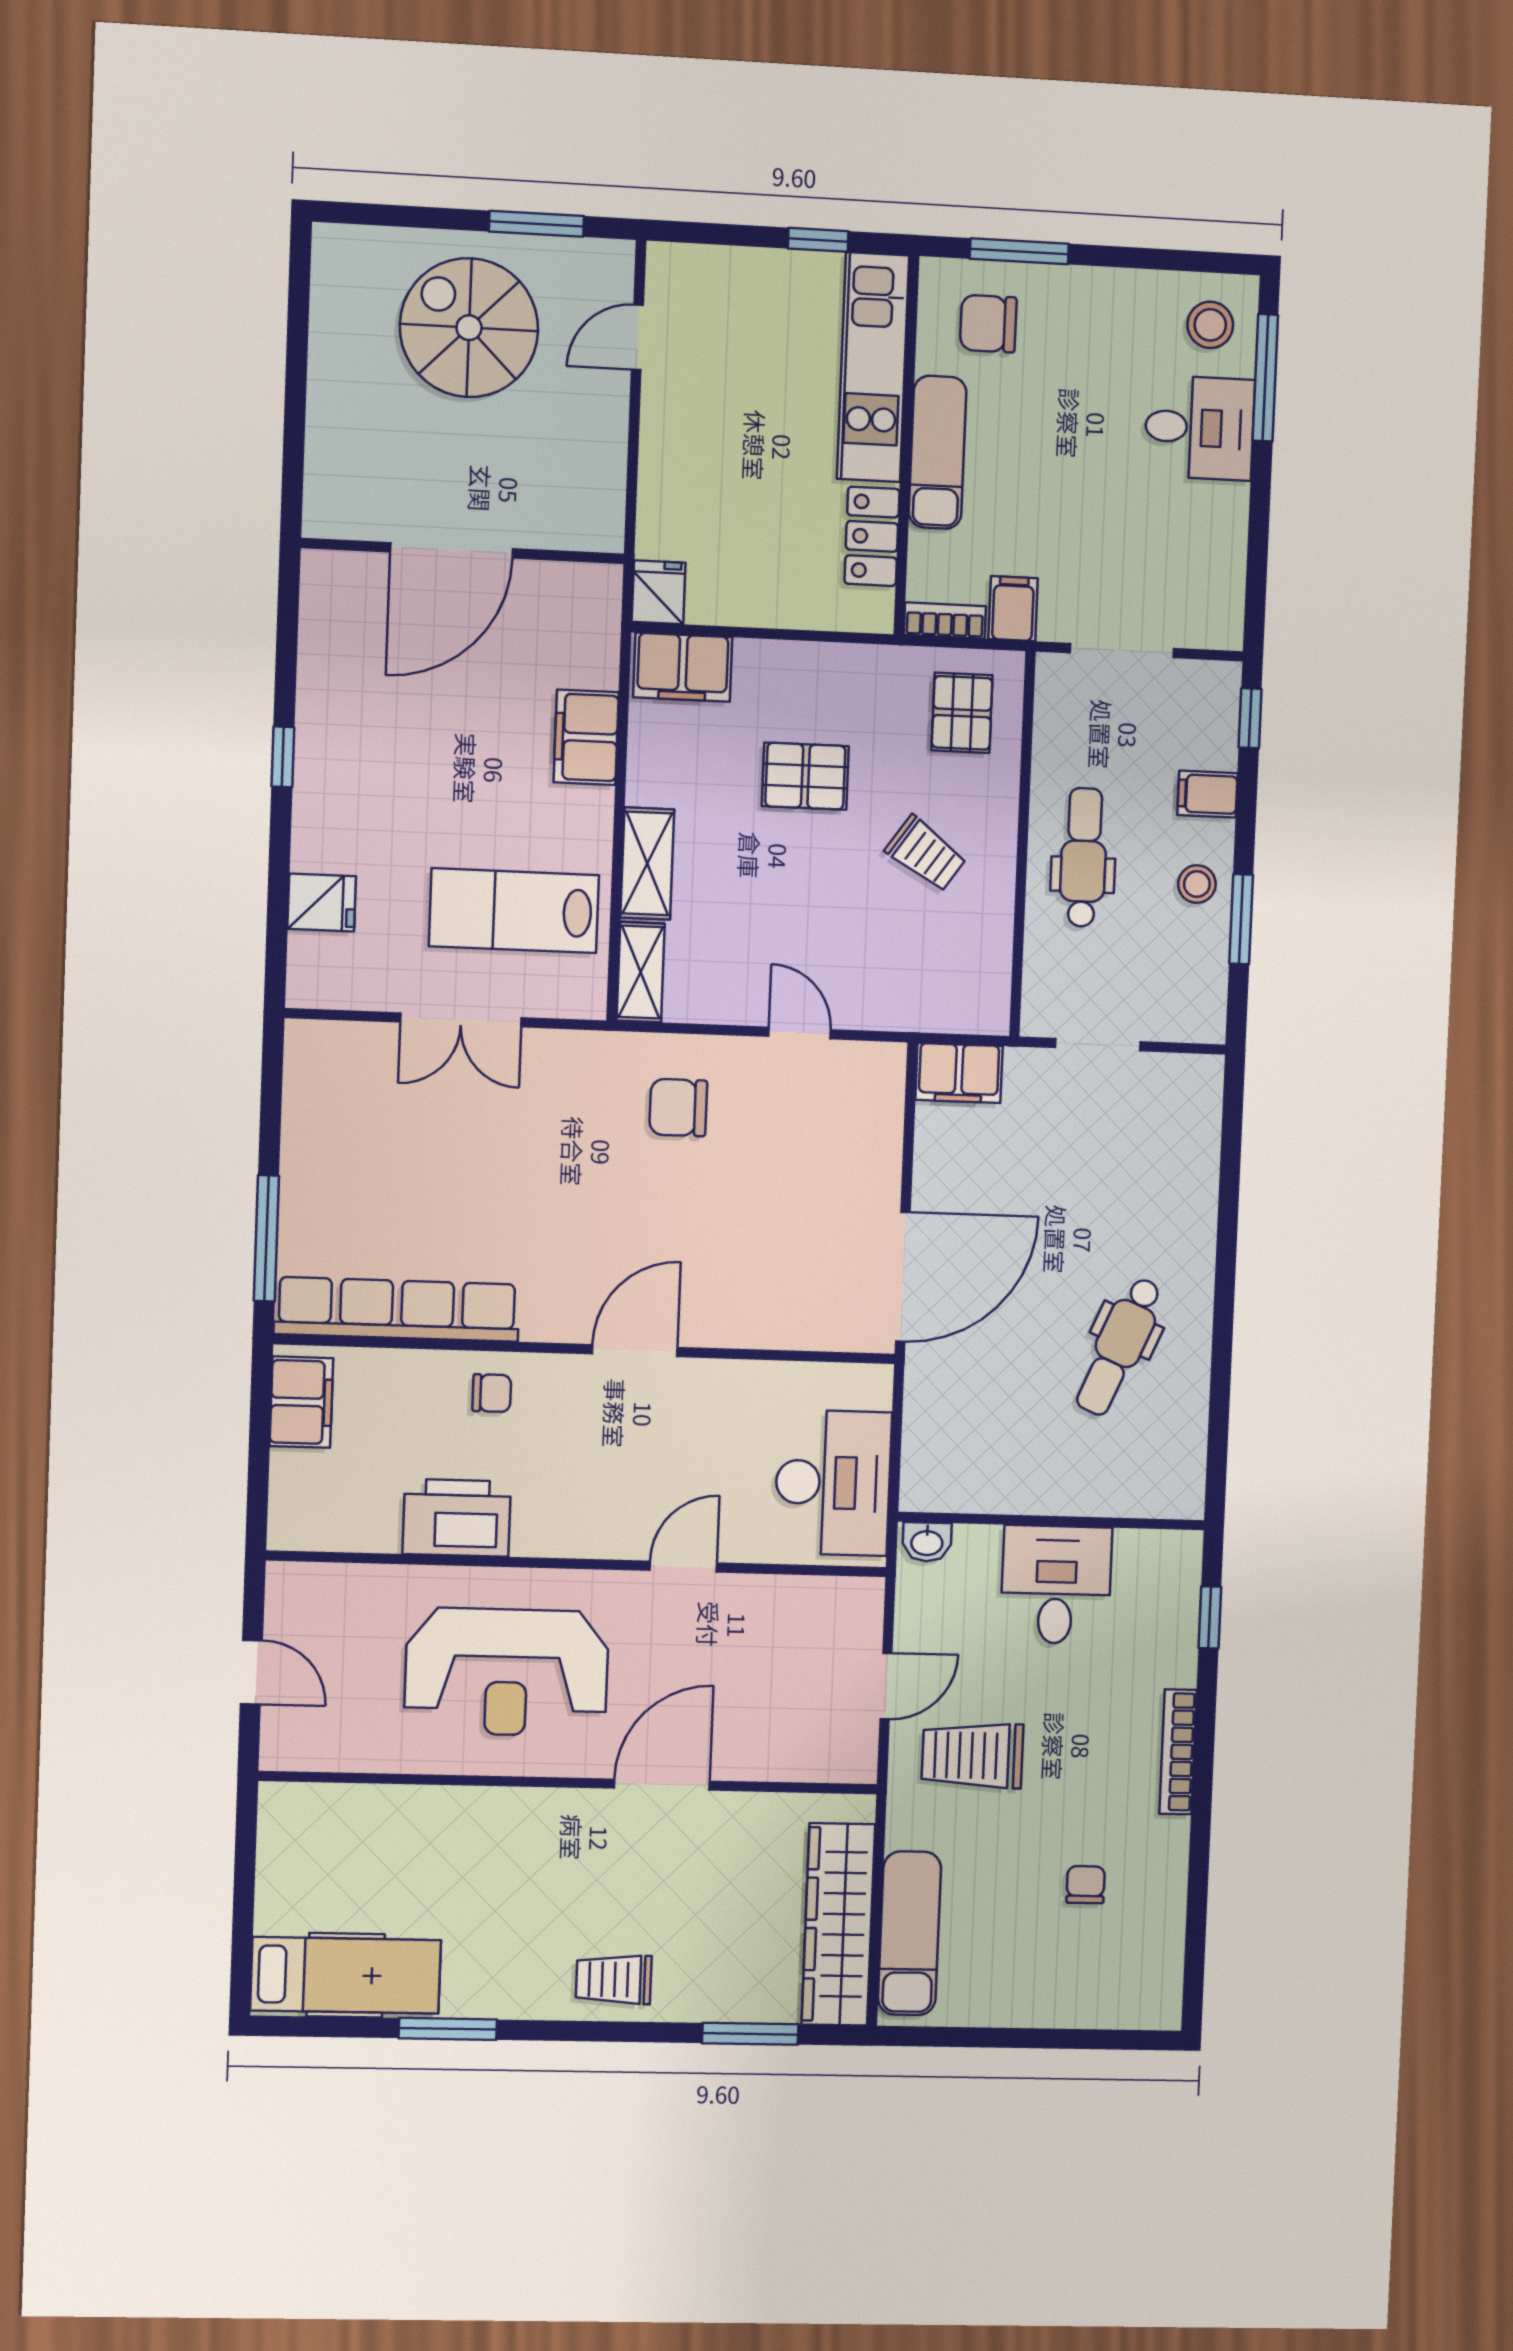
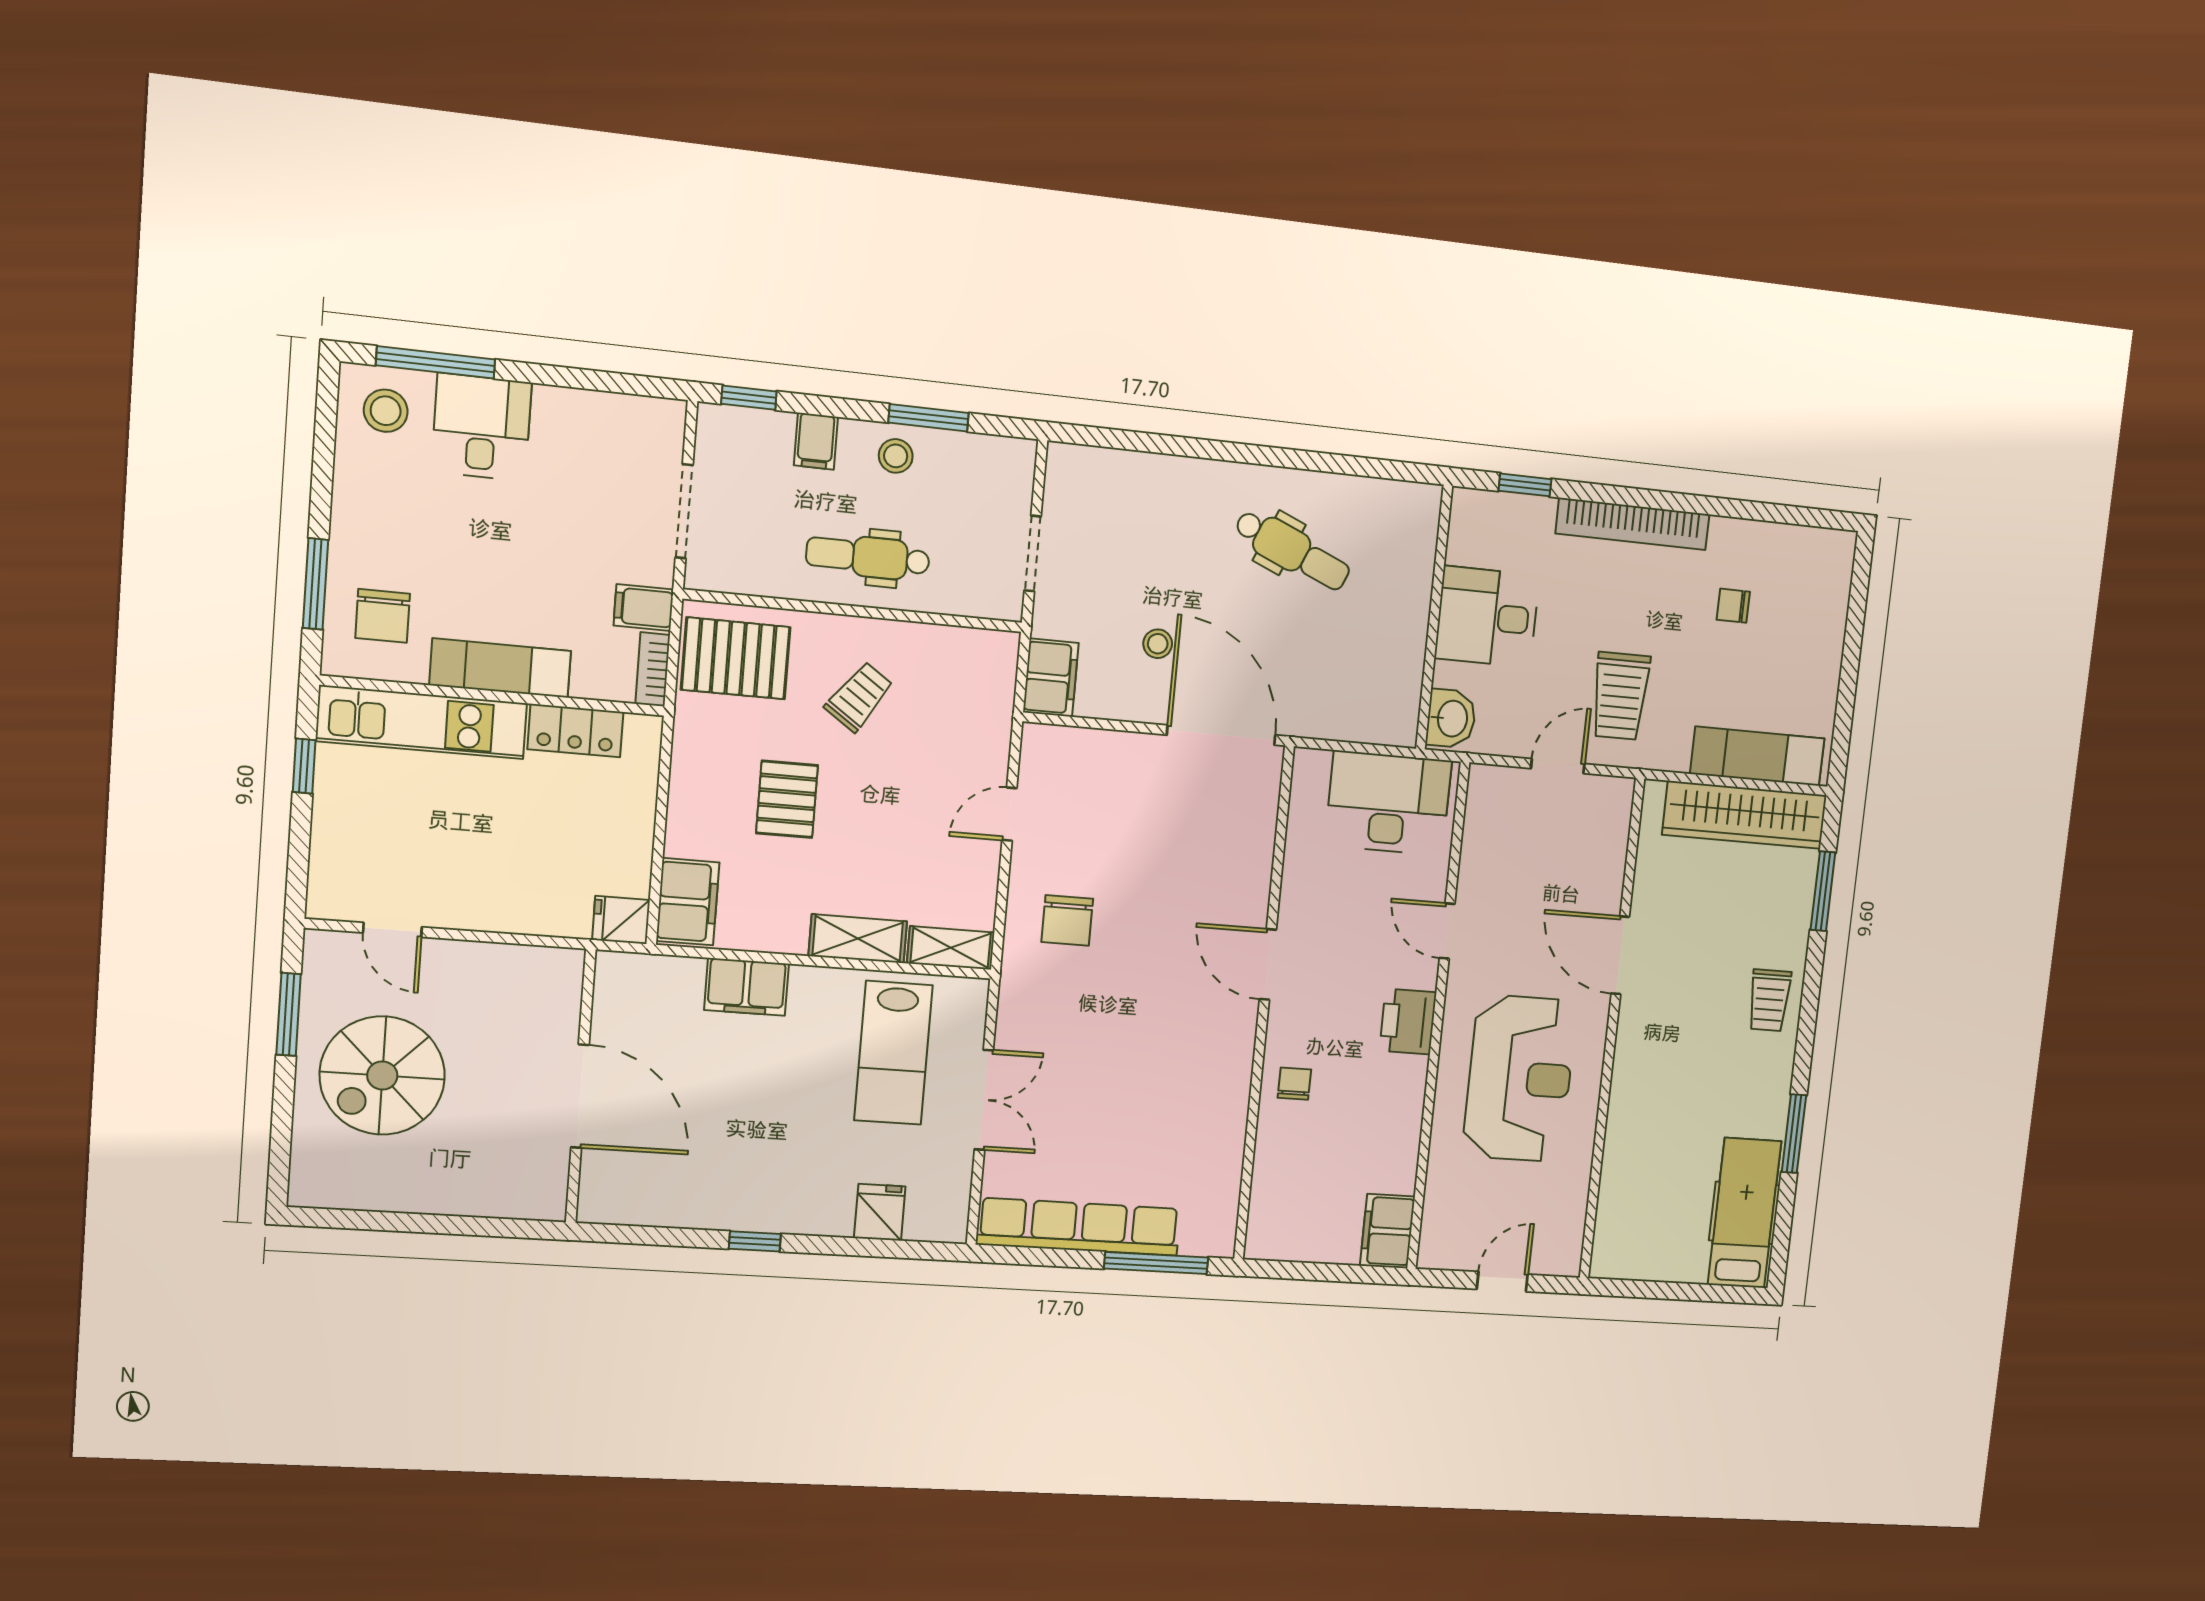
pallet: (962, 713) -> (736, 658), width x1.50, depth x1.42
stool: (1004, 1195) -> (1158, 644), added
row of seats: (397, 1309) -> (1079, 1227), moved, turned 90
filing cabinet: (301, 1402) -> (1387, 1231), moved, turned -90
printer: (457, 1518) -> (1408, 1022), moved, width x0.73, depth x0.84
washbasin: (927, 1542) -> (1451, 718), width x1.38, depth x1.45
door: (886, 1686) -> (1558, 766), hinge flipped
bookcase: (1178, 1752) -> (1633, 524), width x1.48, depth x1.31

